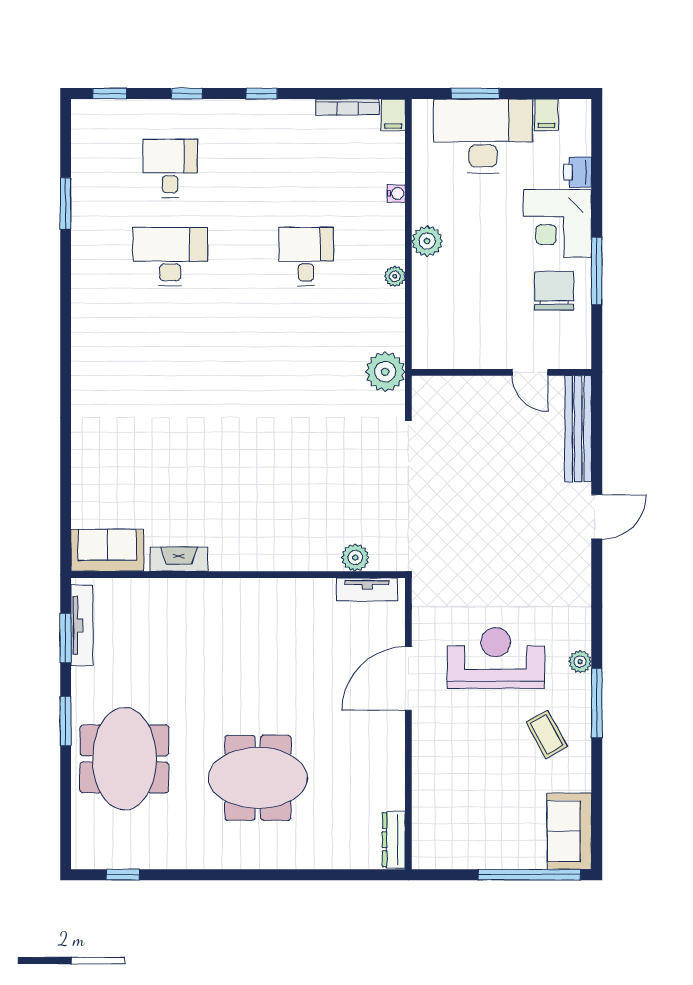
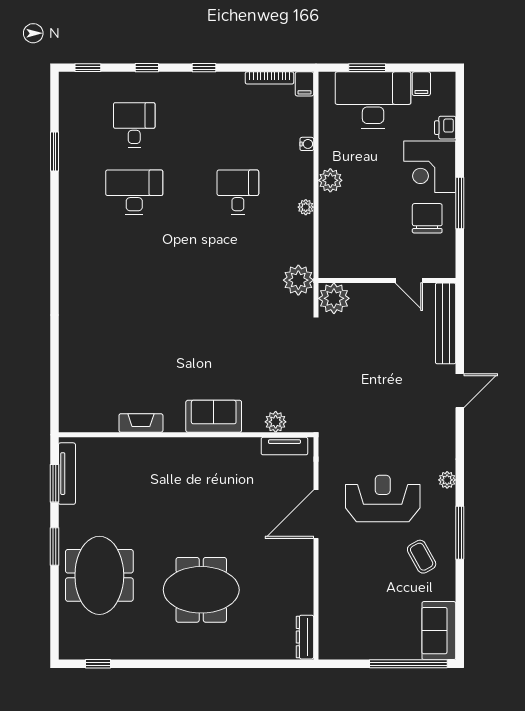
plant: (432, 396) -> (334, 298), added
sofa: (107, 550) -> (214, 416), moved
plant: (580, 662) -> (447, 480), moved

